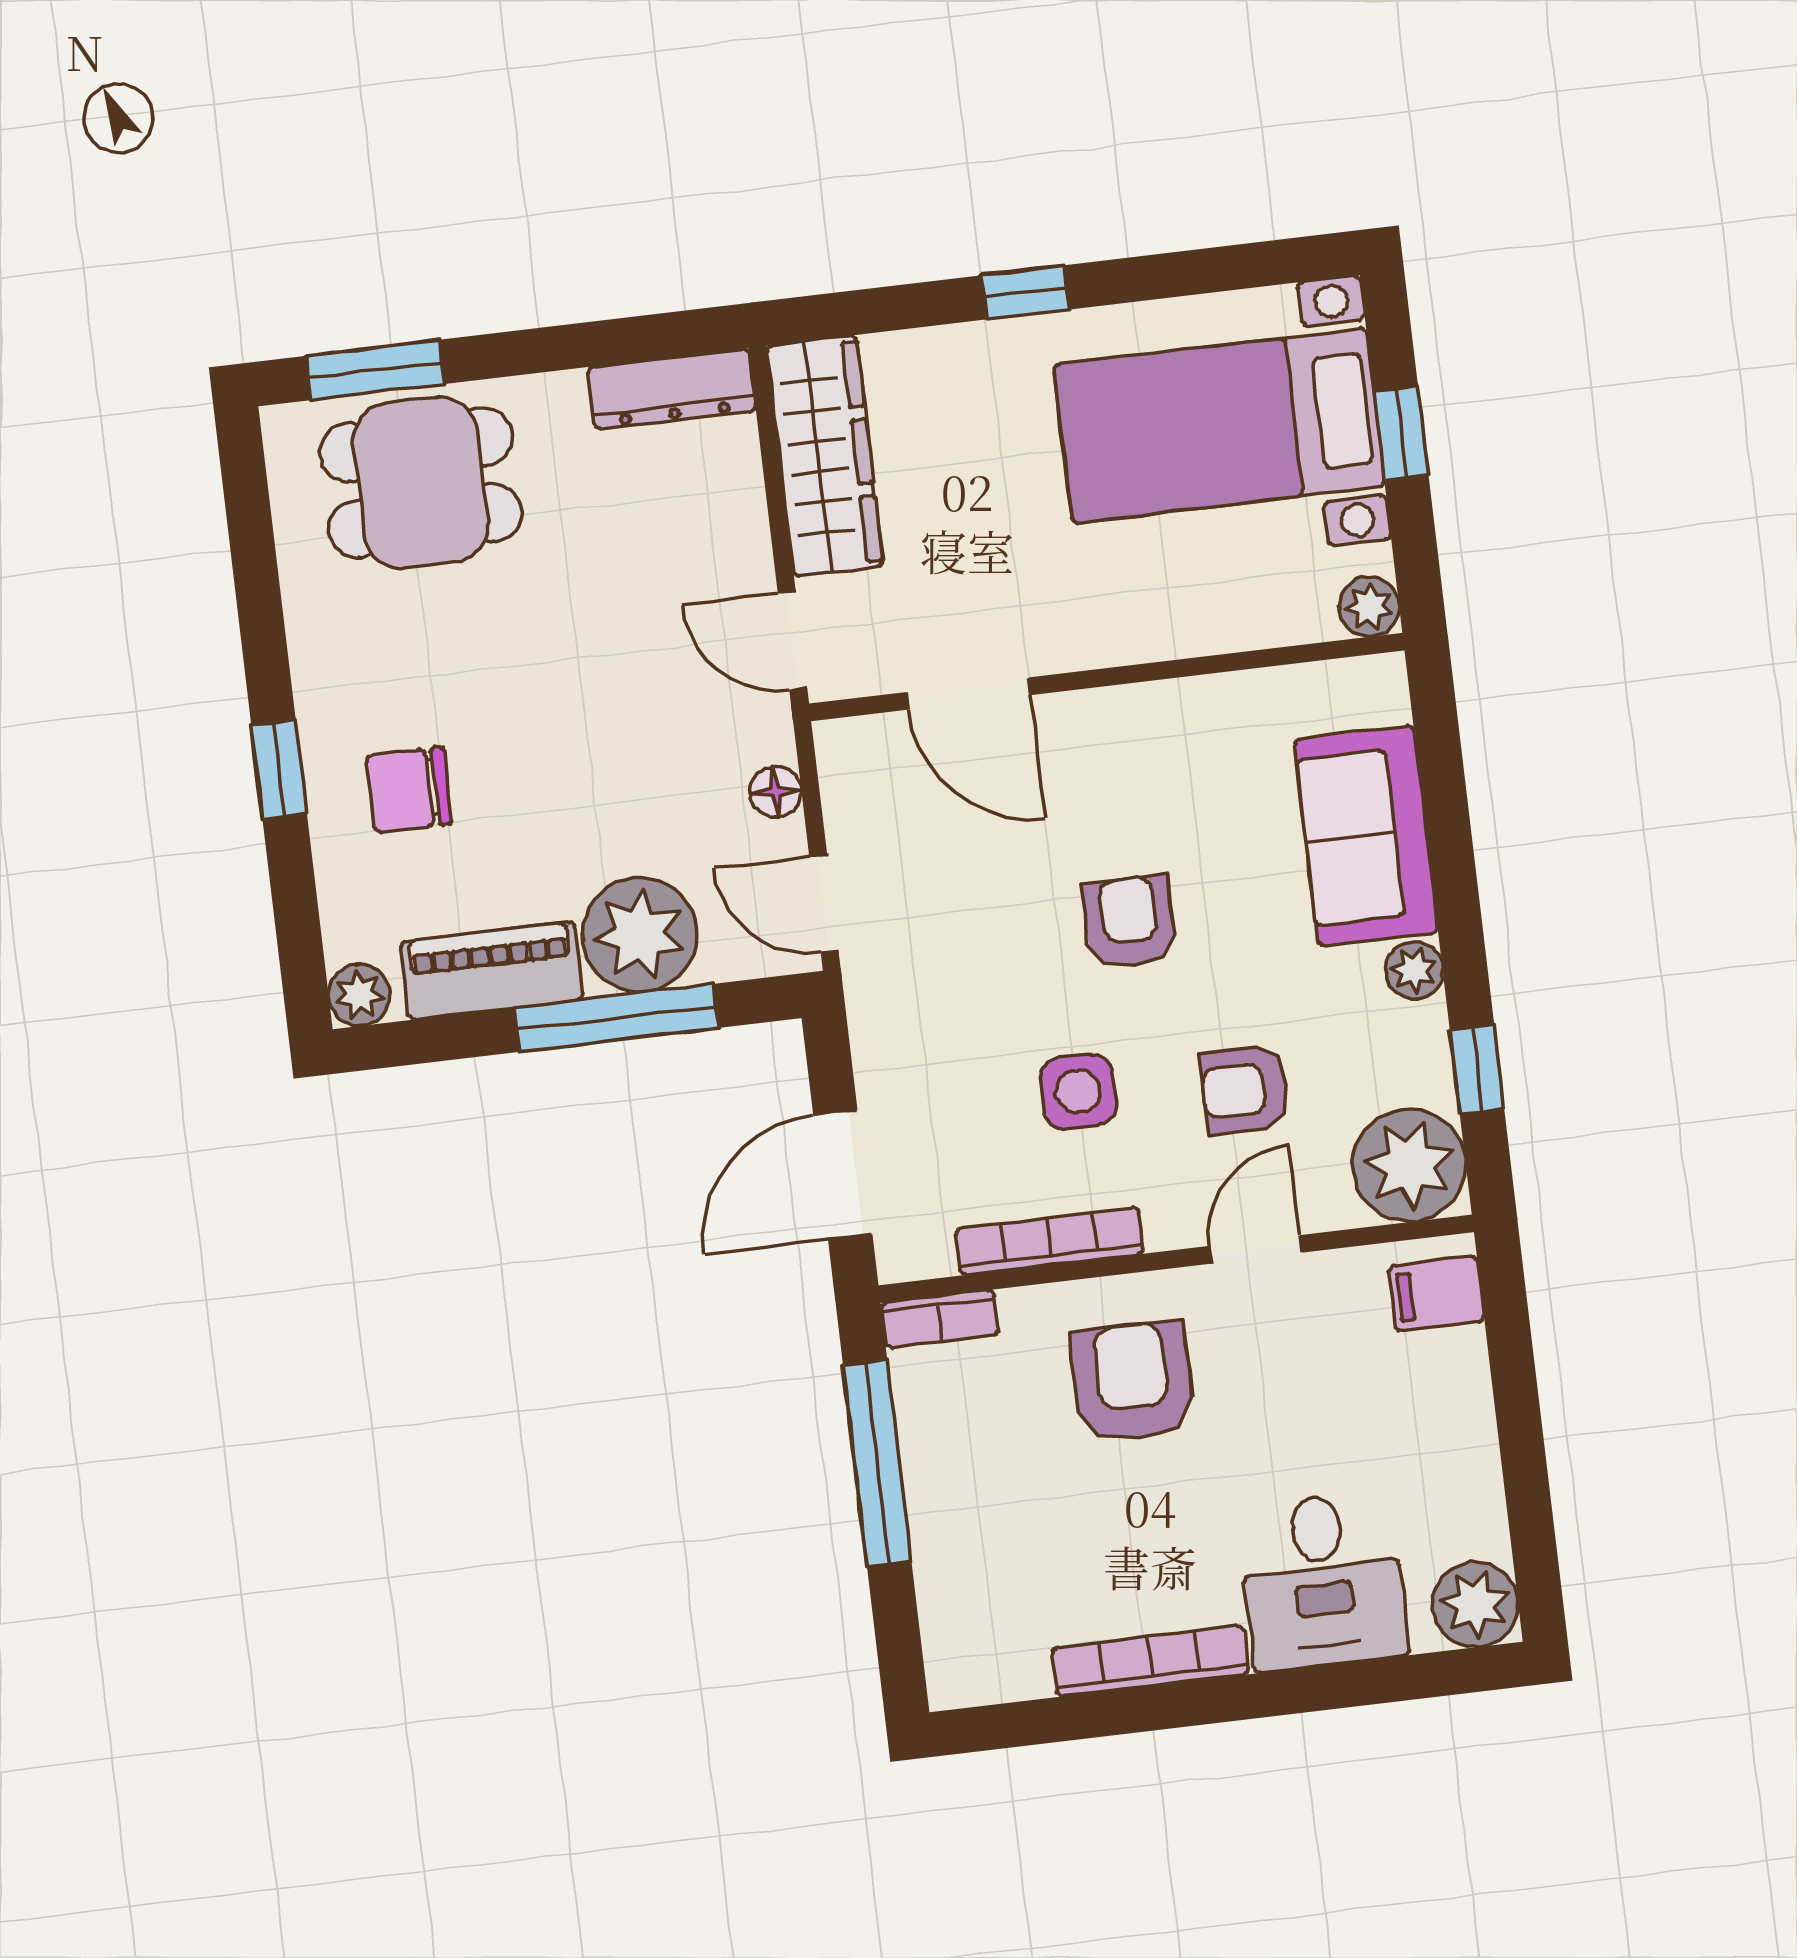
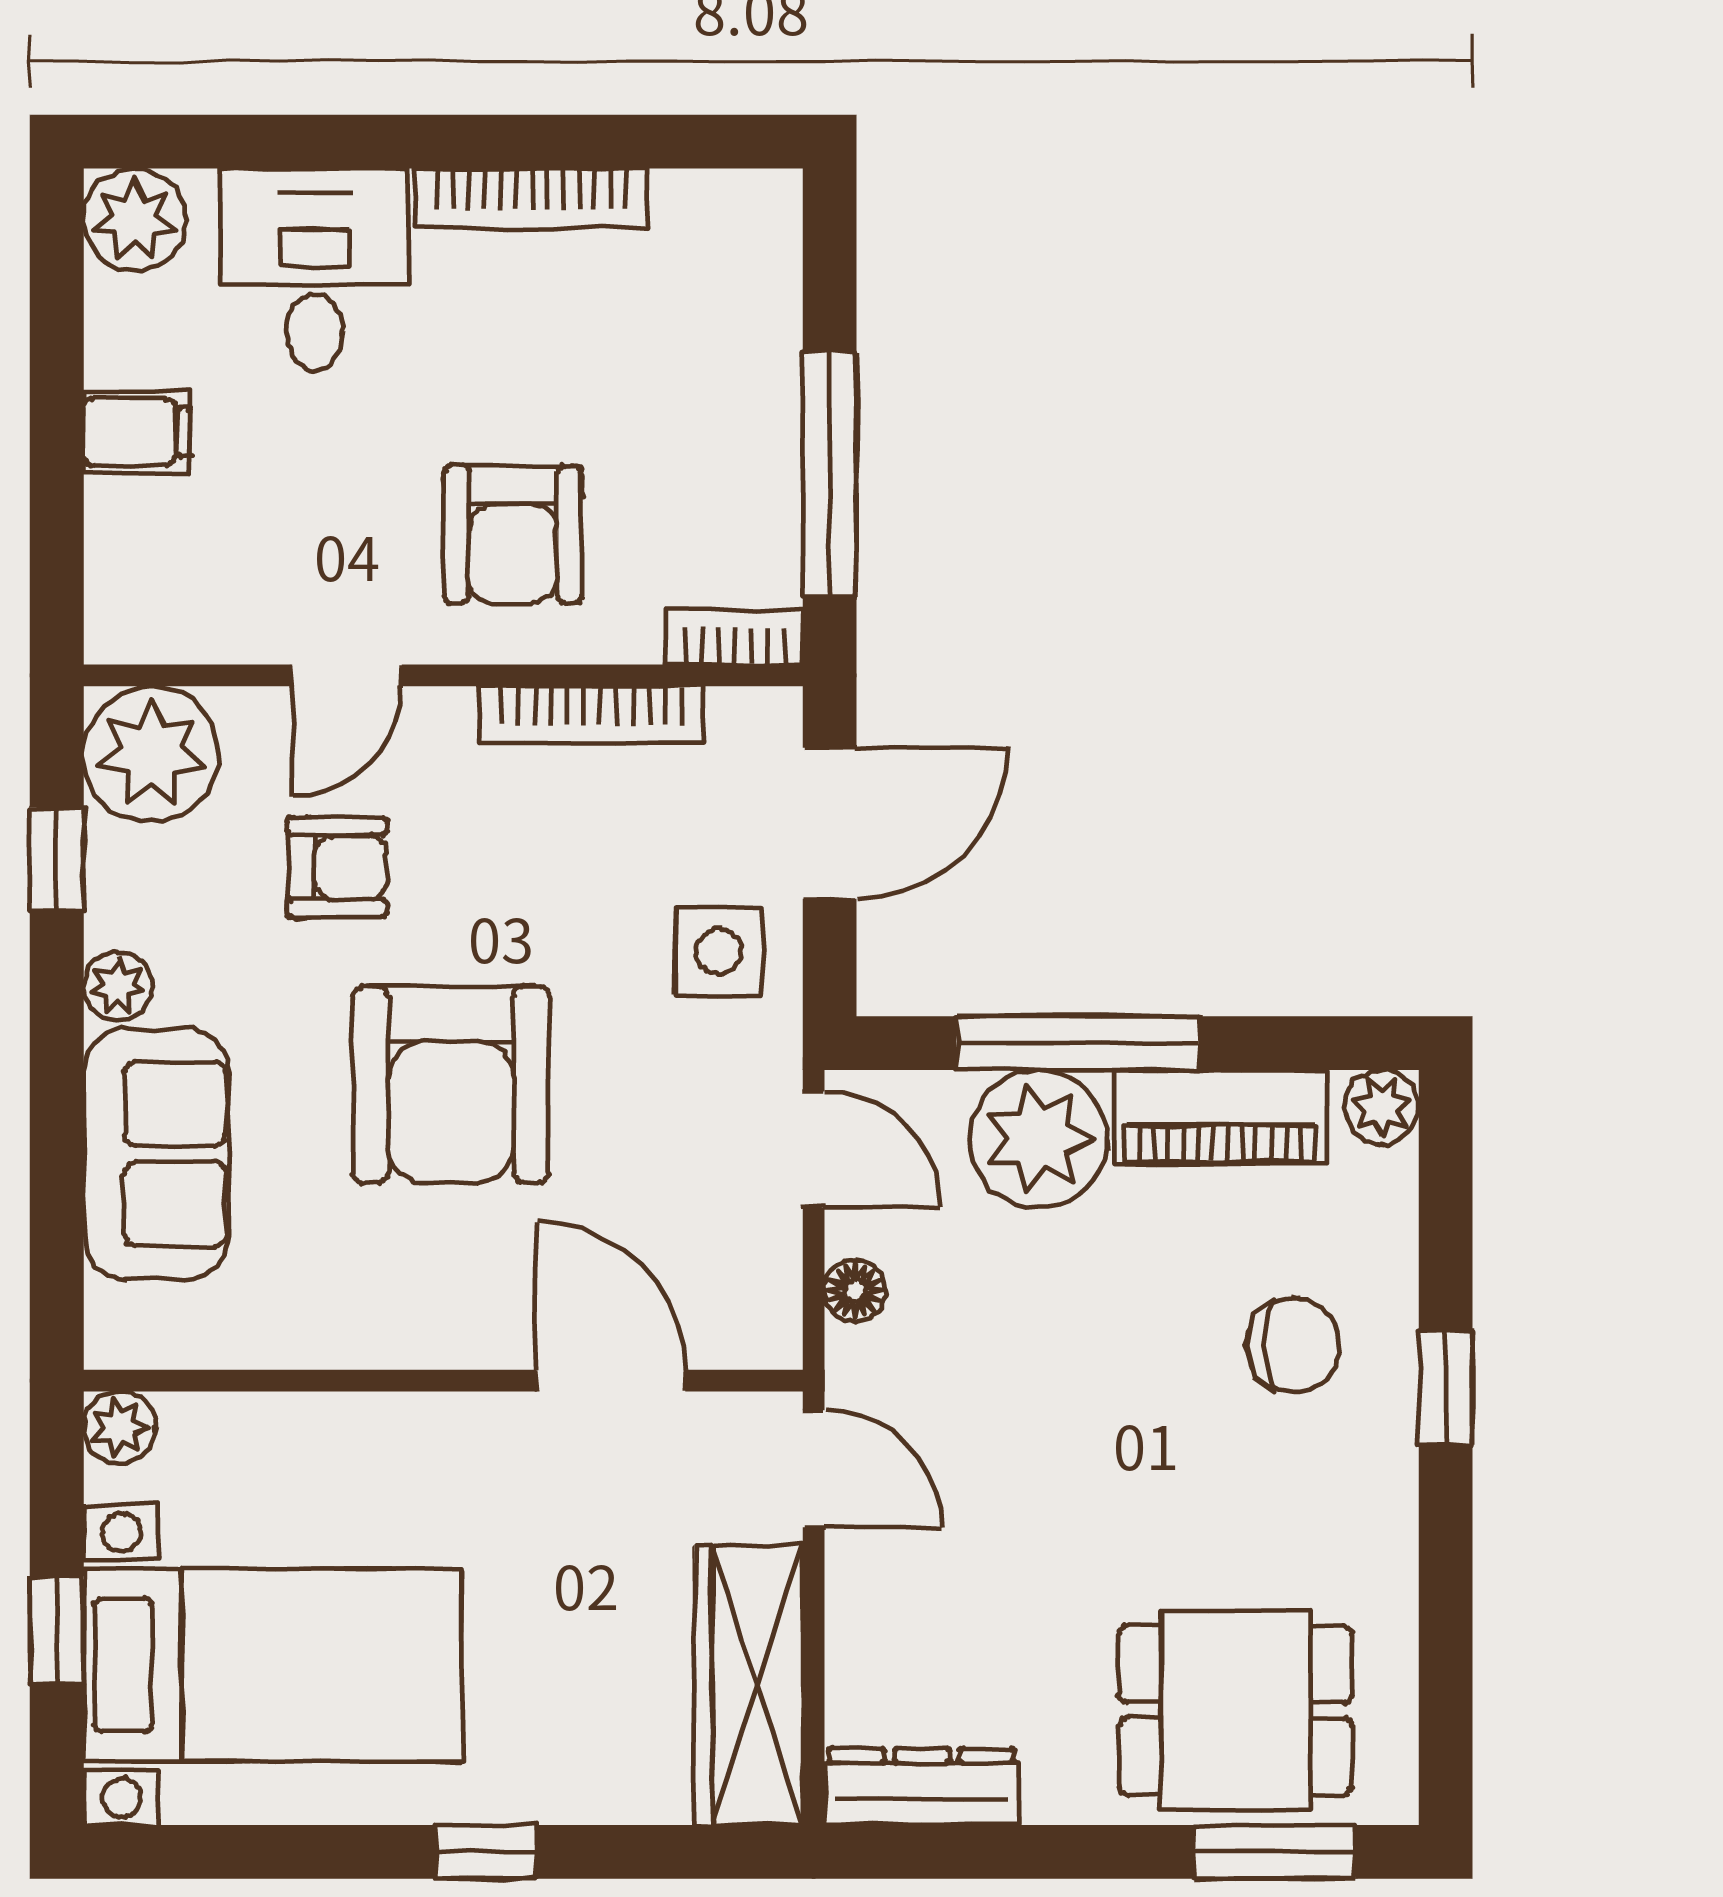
armchair: (1130, 922) -> (451, 1084), width x1.88, depth x1.88
side table: (1078, 1091) -> (719, 952), moved
filing cabinet: (1437, 1294) -> (137, 432), moved

